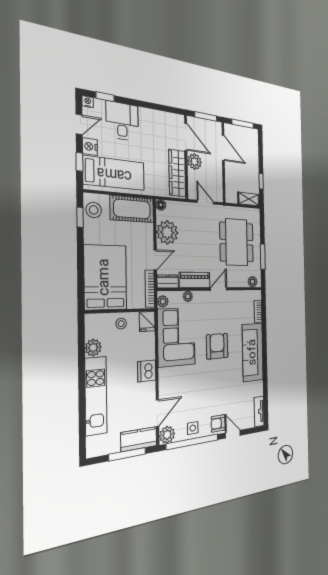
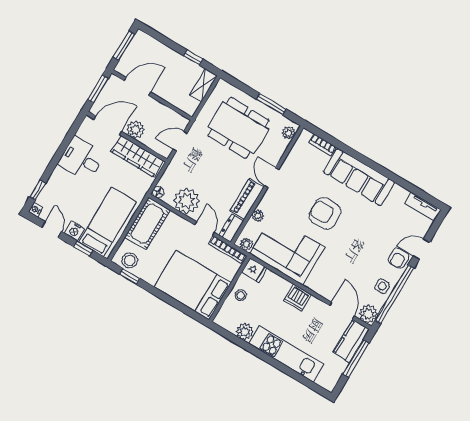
desk: (122, 121) -> (81, 159), moved

